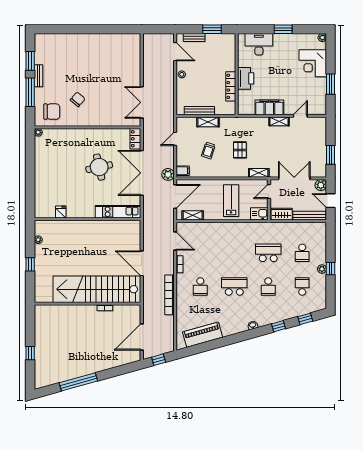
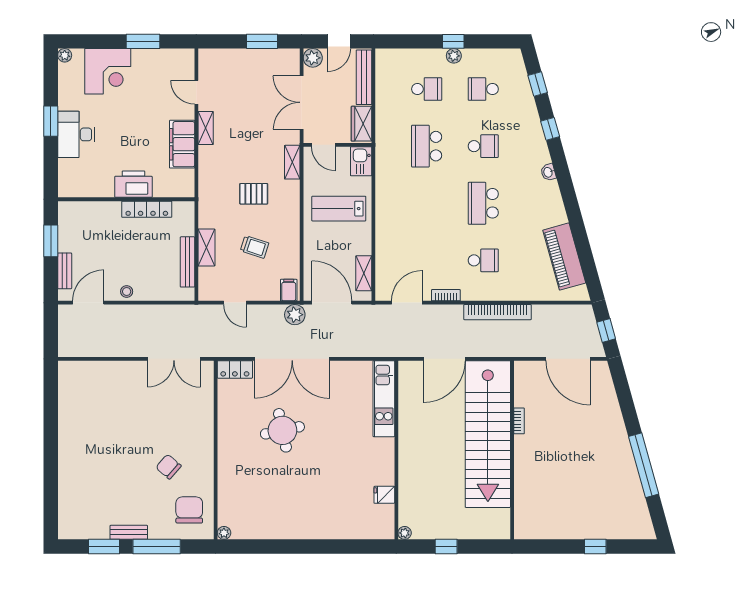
desk: (259, 44) -> (76, 134), moved
fridge: (61, 212) -> (384, 495), moved
kitchen unit: (118, 212) -> (384, 399), moved
wall: (87, 219) -> (396, 450), moved

